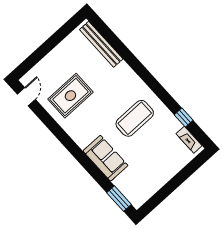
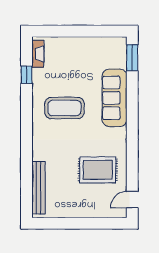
sofa: (105, 158) -> (114, 98), width x1.36

